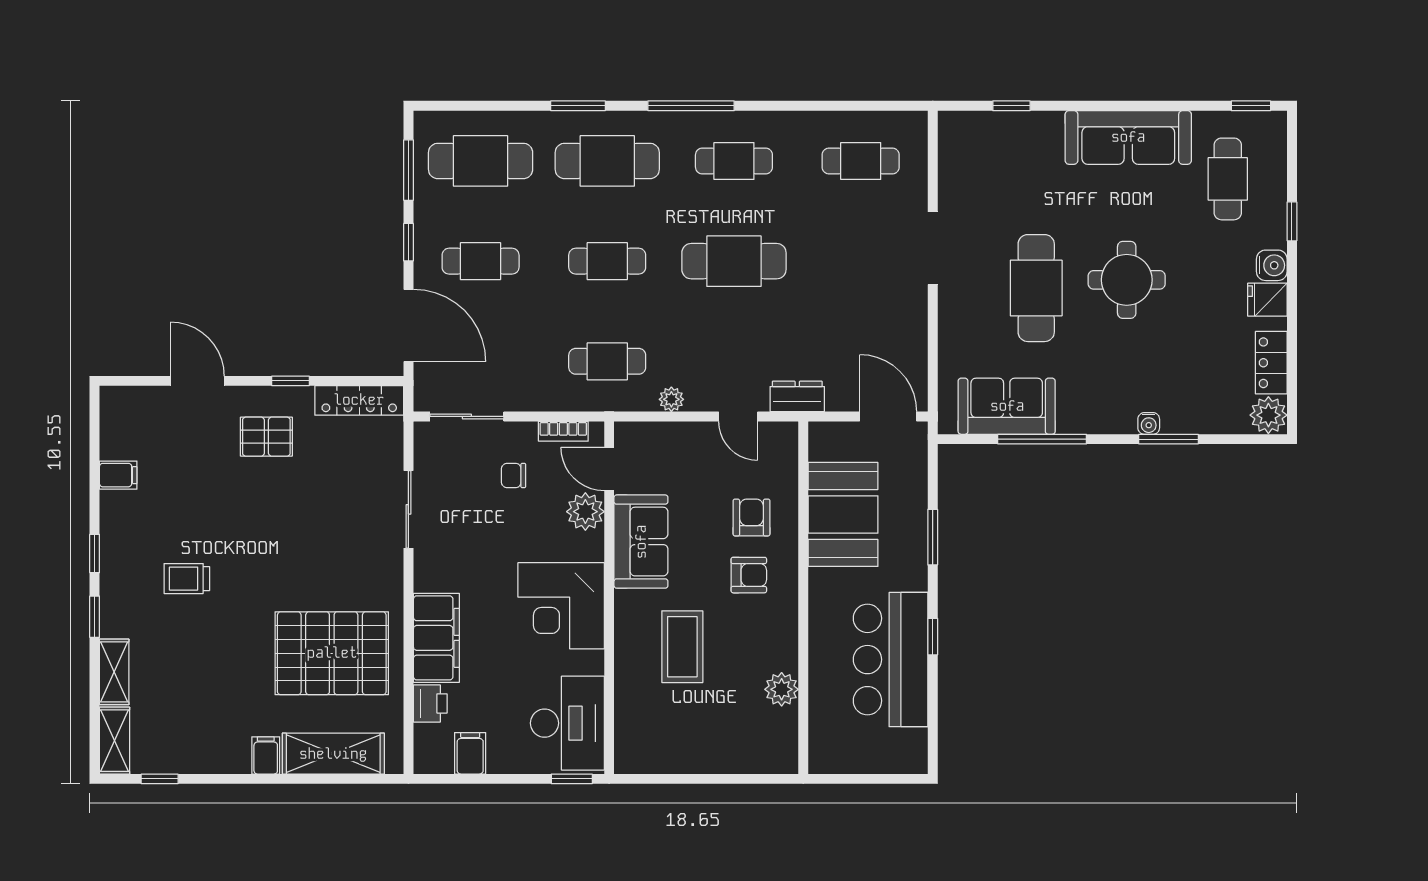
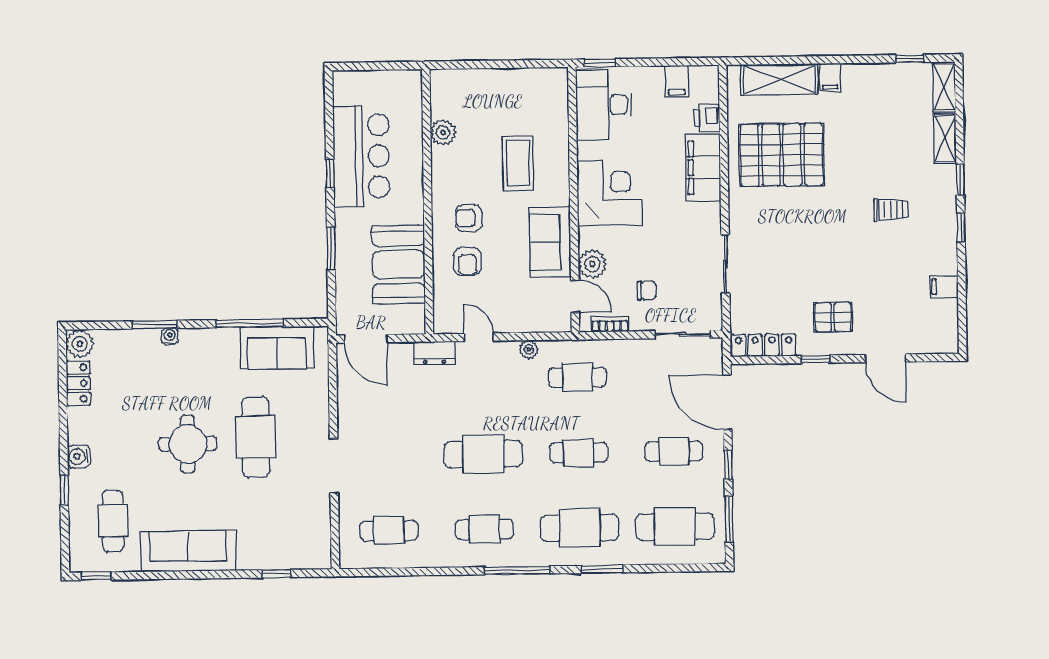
fridge: (1267, 300) -> (82, 431), removed

